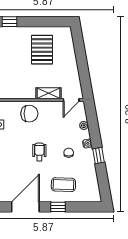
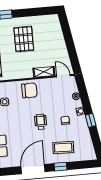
pallet: (42, 50) -> (24, 39), moved
door: (71, 100) -> (63, 76), swing flipped

